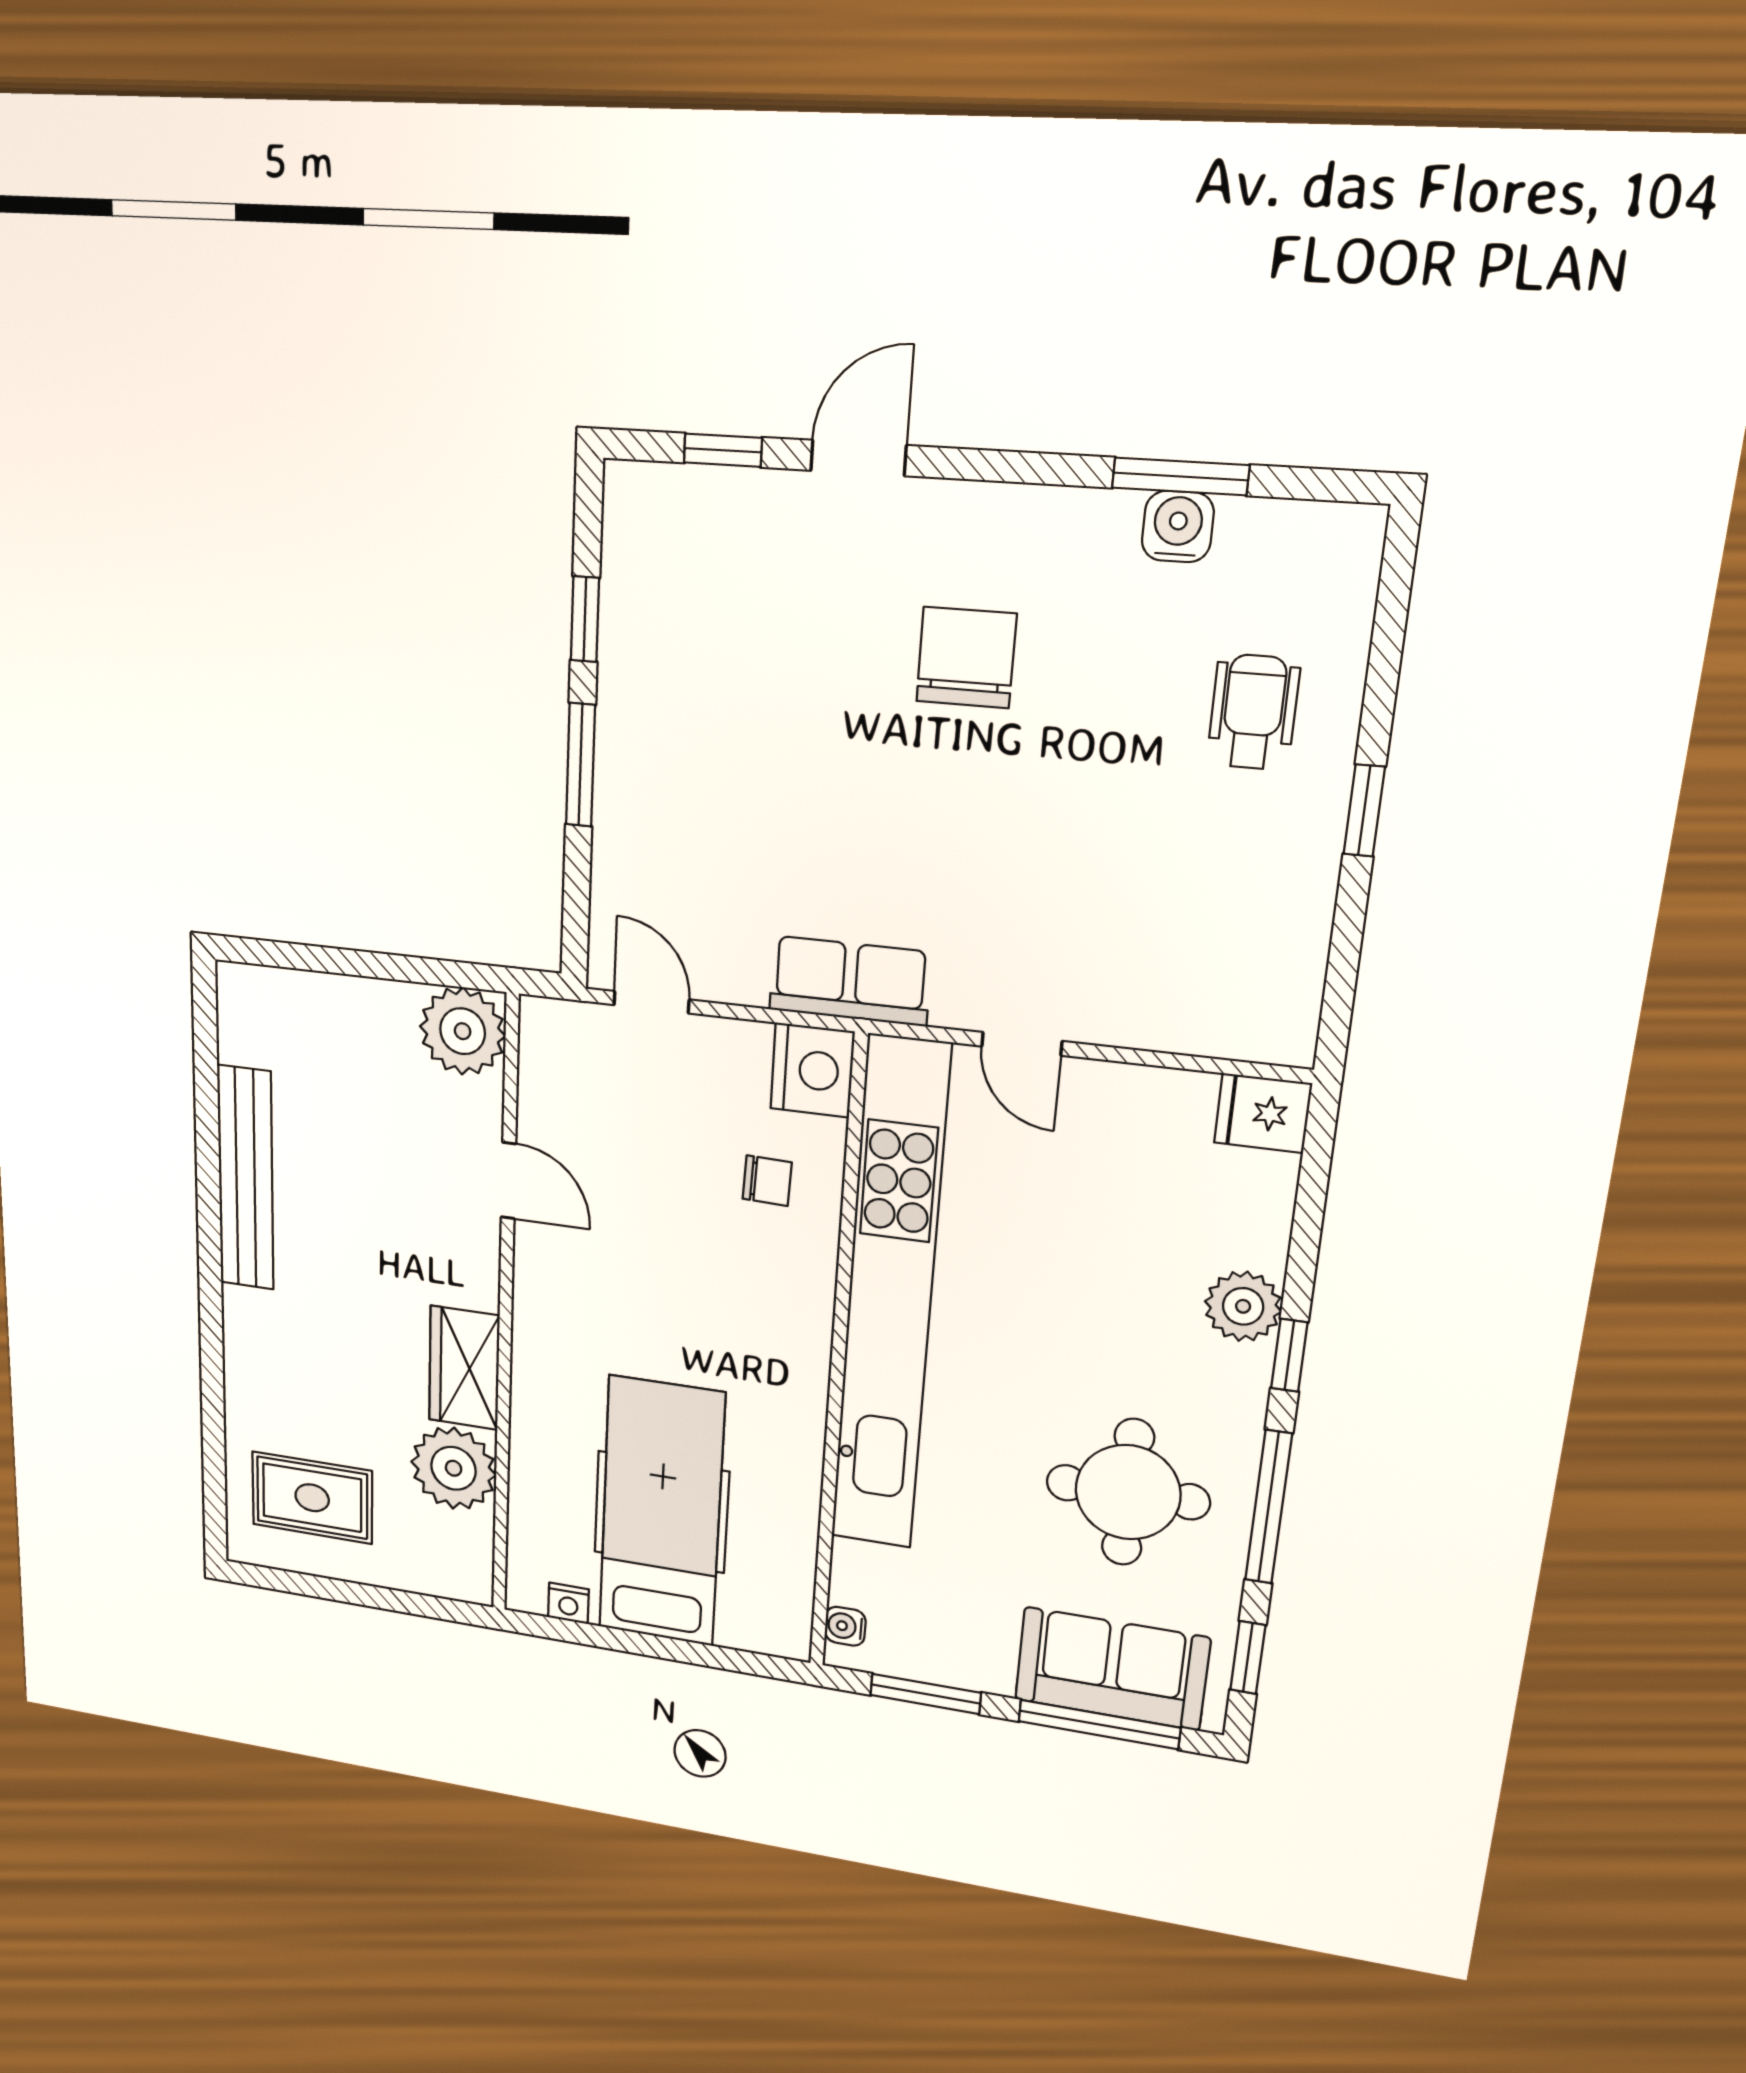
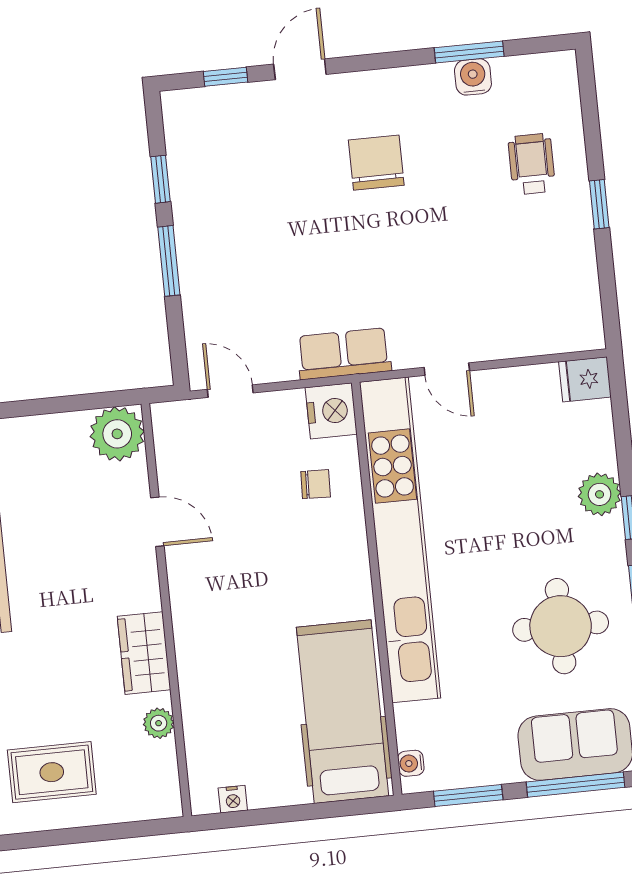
plant: (454, 1468) -> (159, 723), width x0.53, depth x0.53
hospital bed: (661, 1512) -> (343, 712), moved

